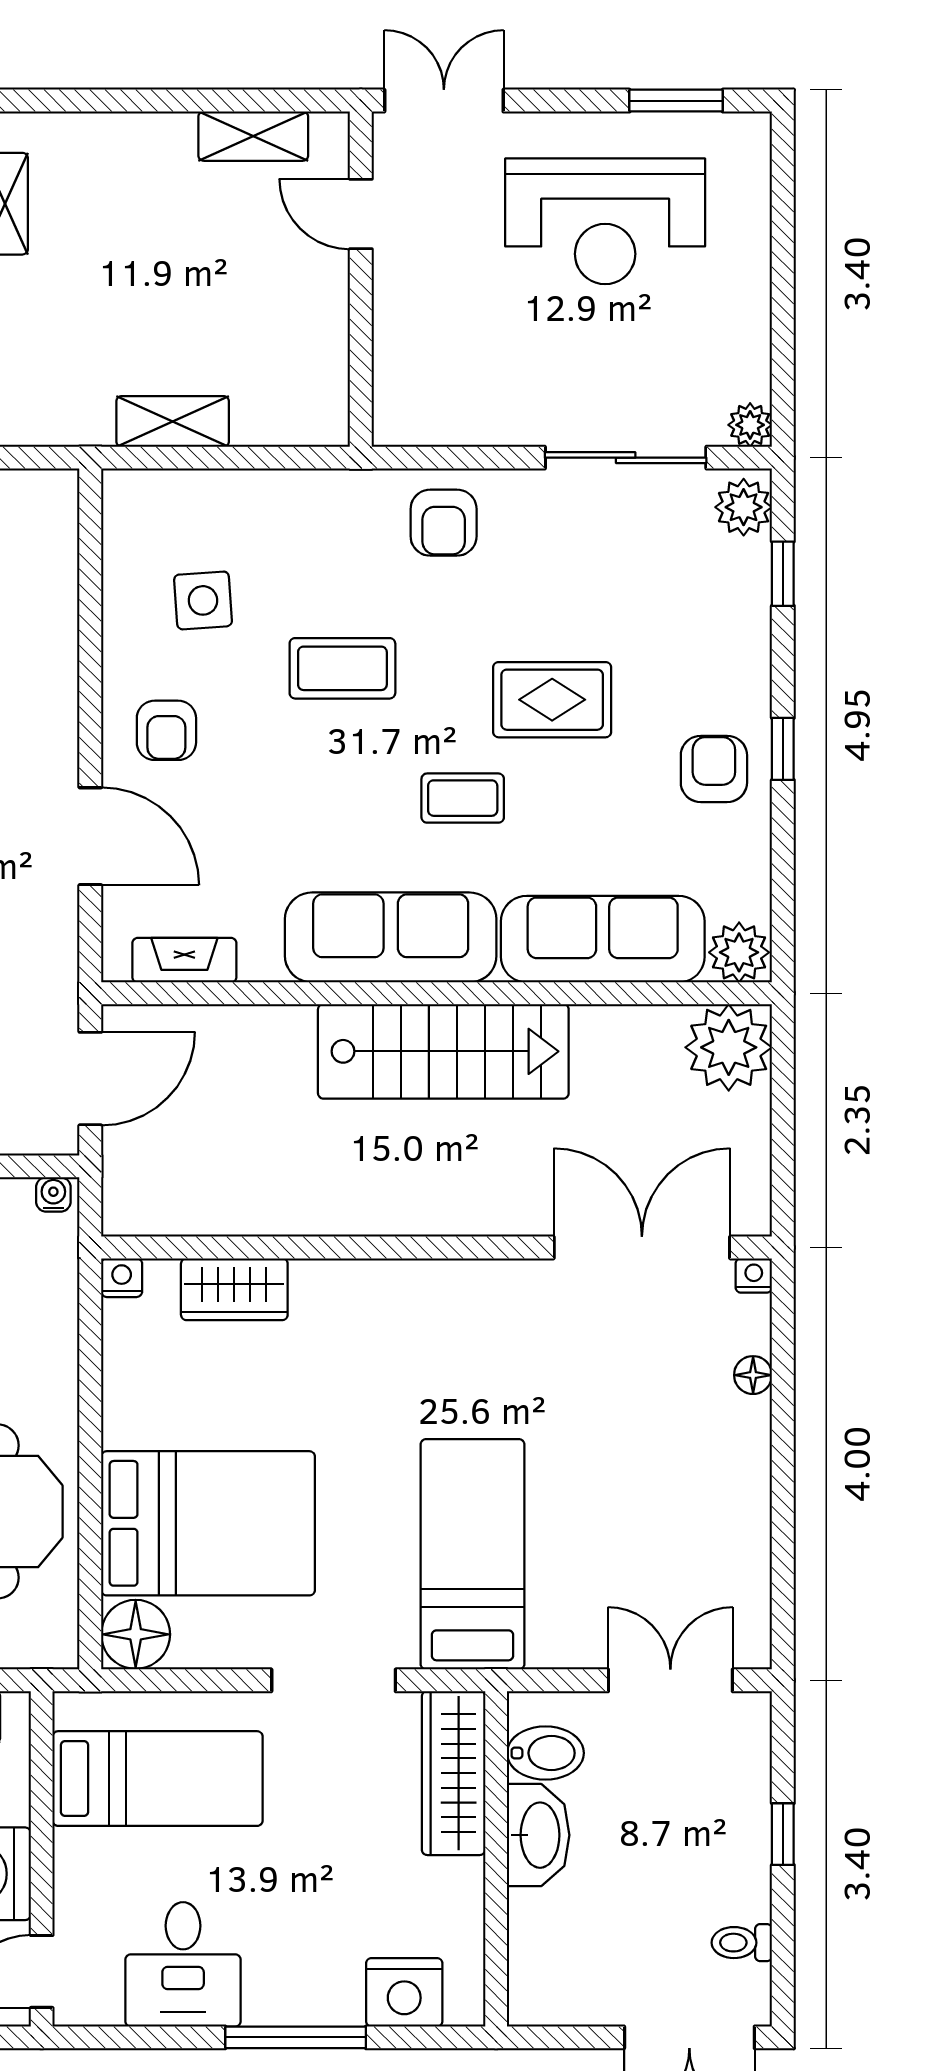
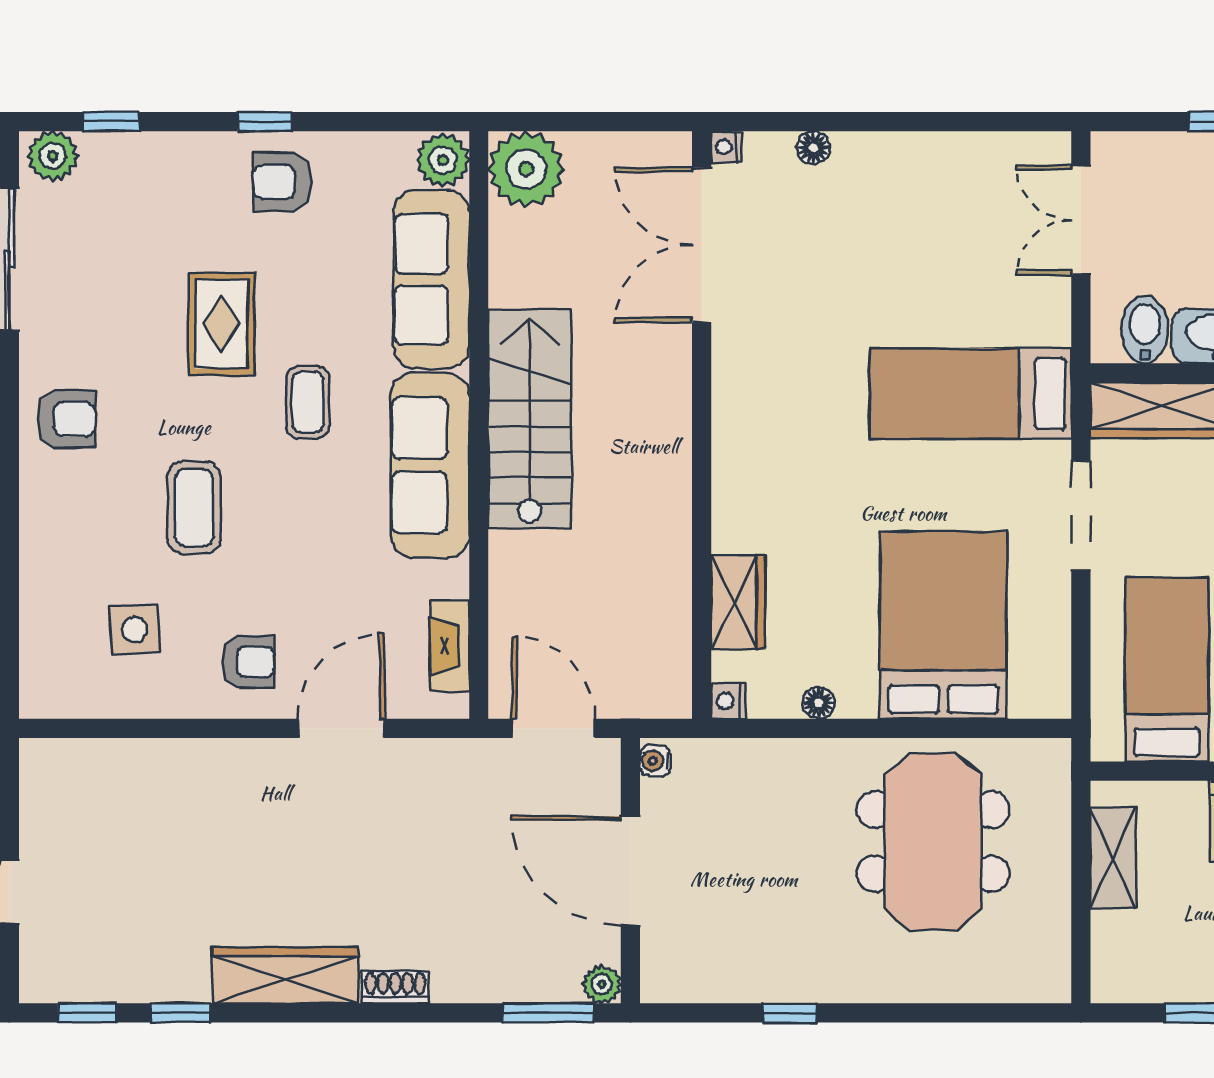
floor lamp: (136, 1634) -> (819, 703), moved, width x0.53, depth x0.53

